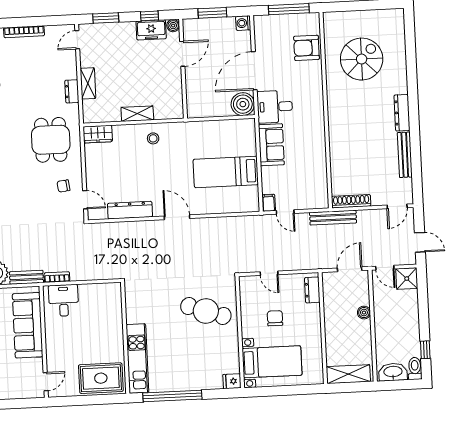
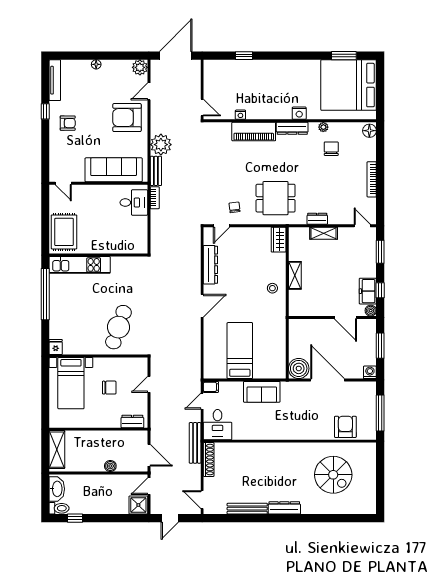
desk: (275, 107) -> (218, 425), moved, turned 180

